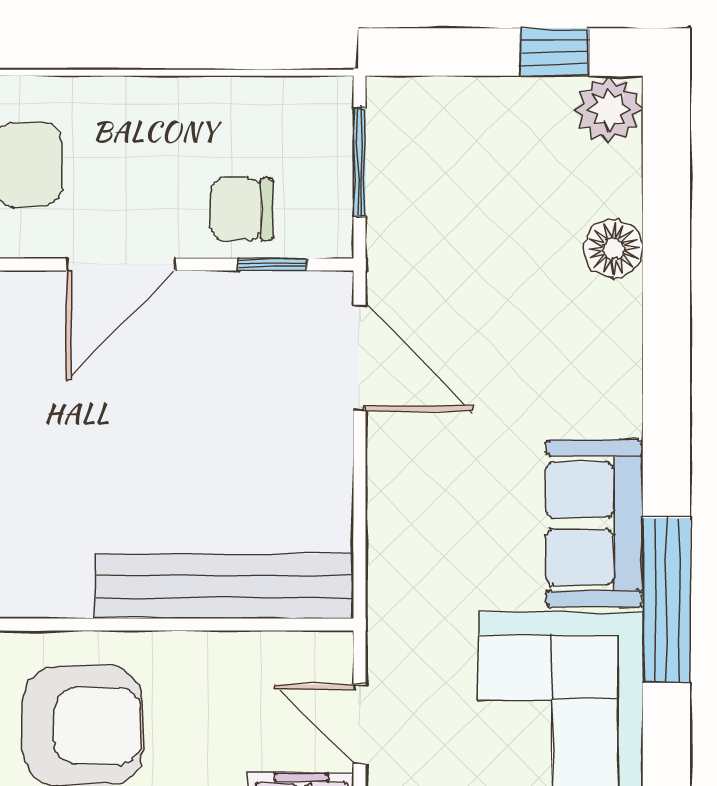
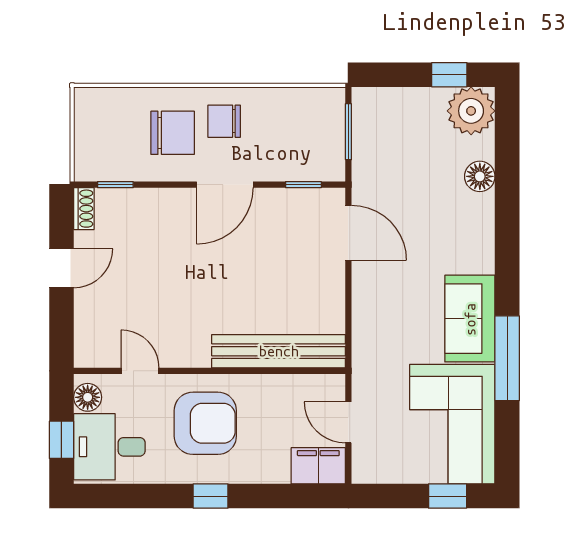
plant: (609, 110) -> (471, 111), width x1.36, depth x1.36
chair: (242, 209) -> (224, 121), moved

